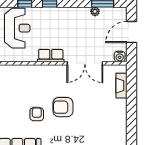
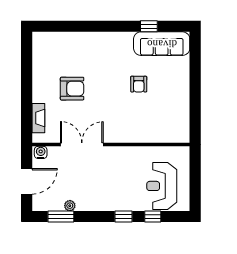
row of seats: (51, 56) -> (122, 154), removed
armchair: (63, 107) -> (72, 89), moved

